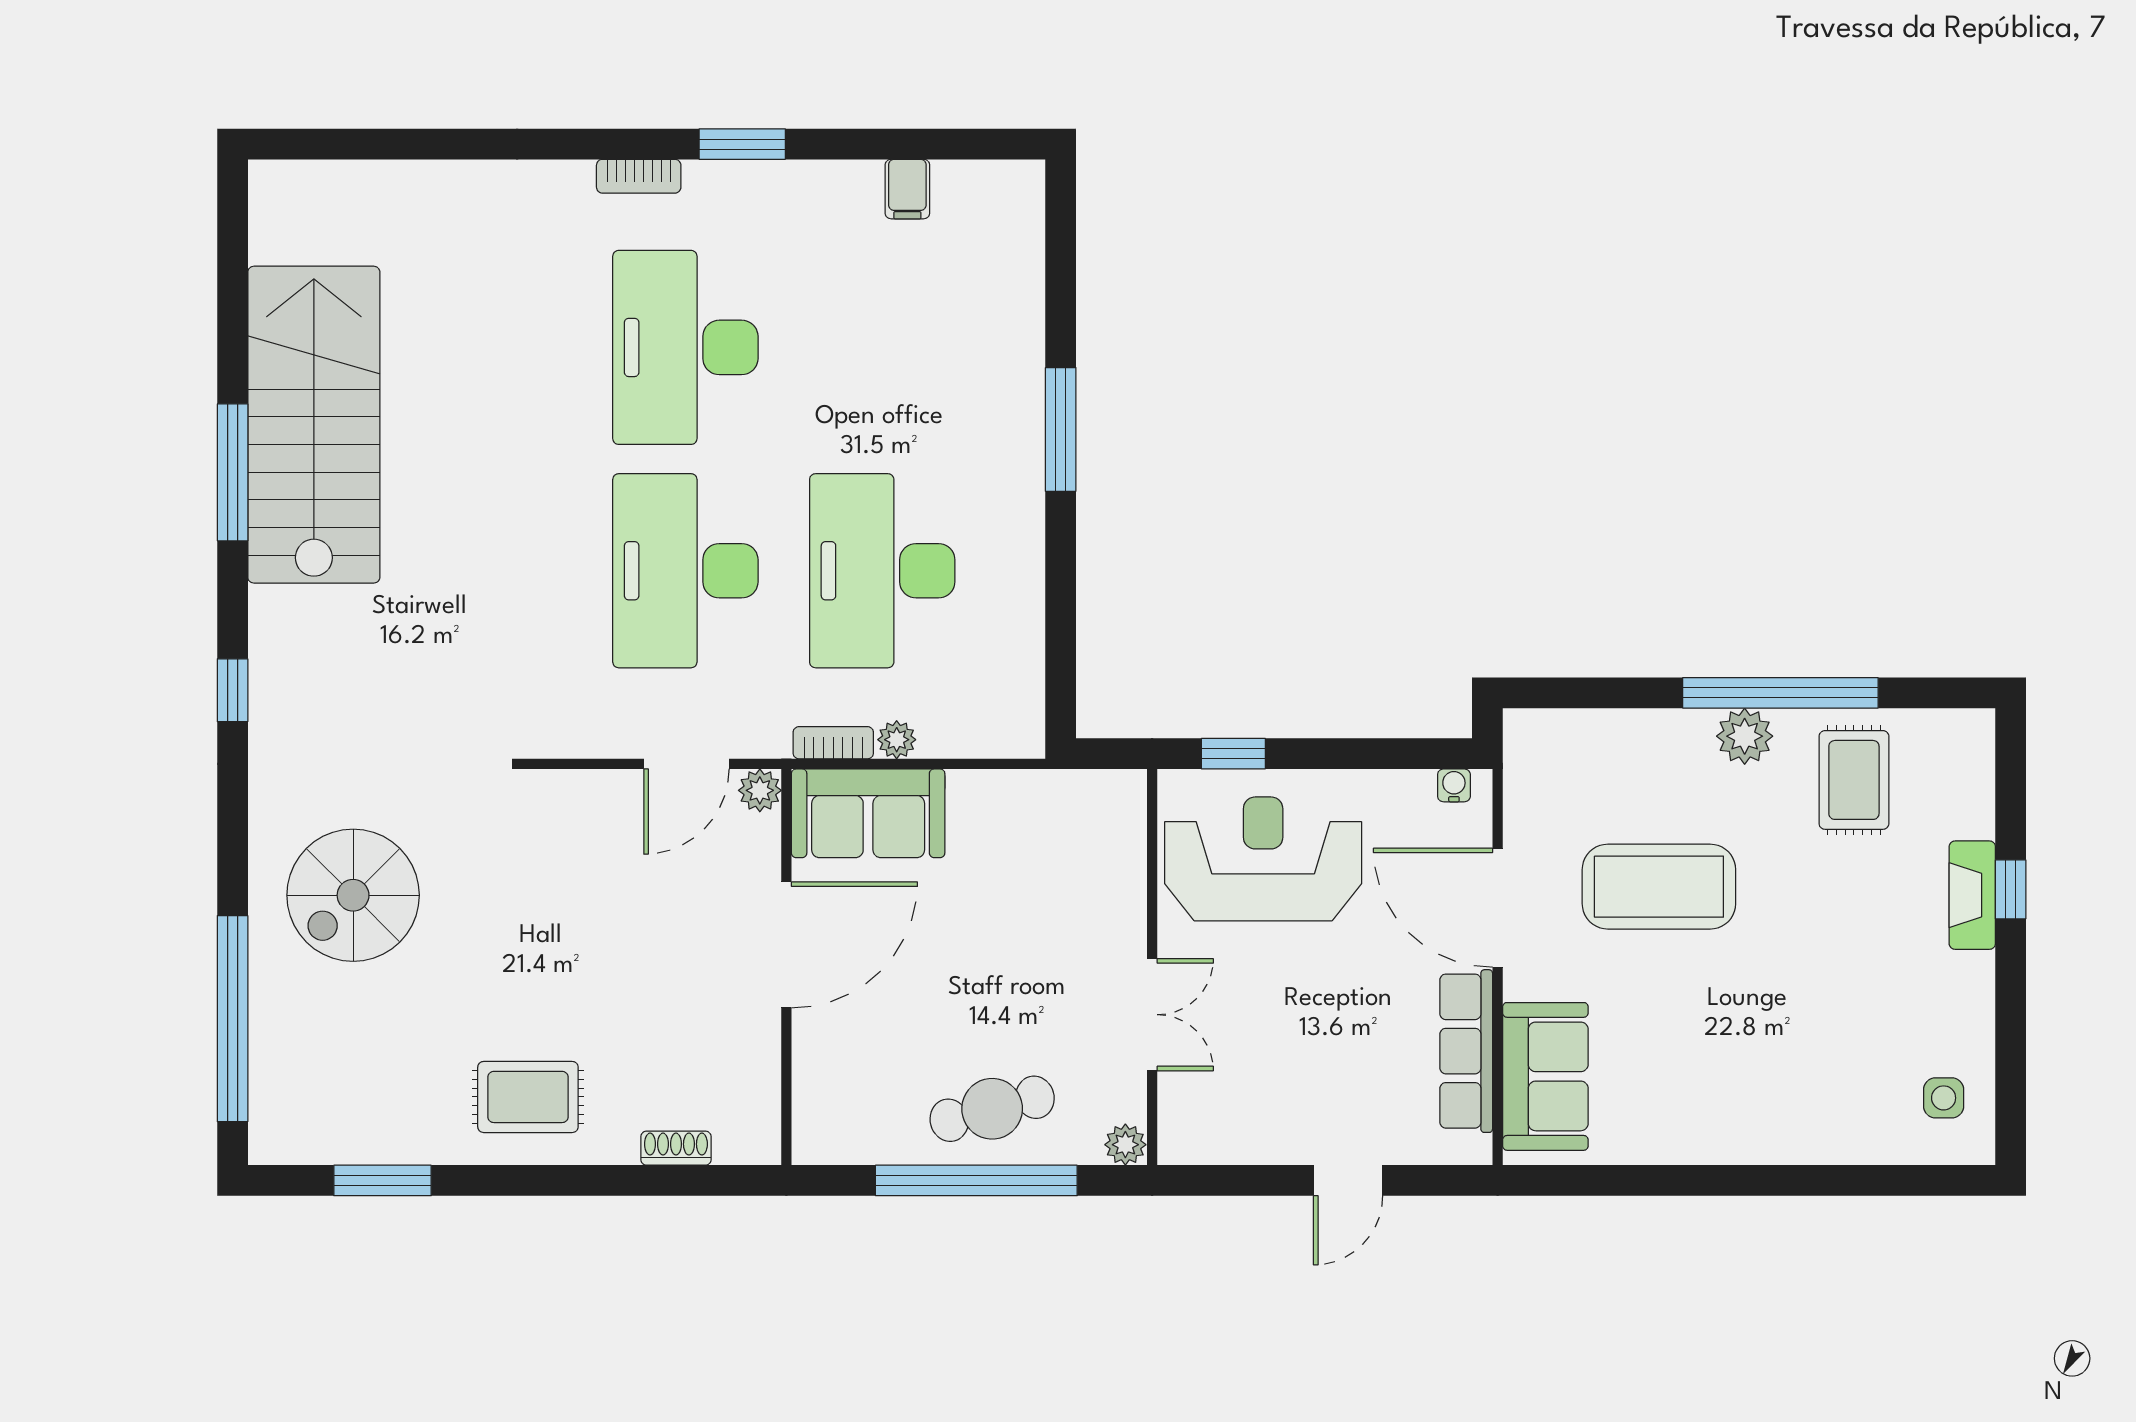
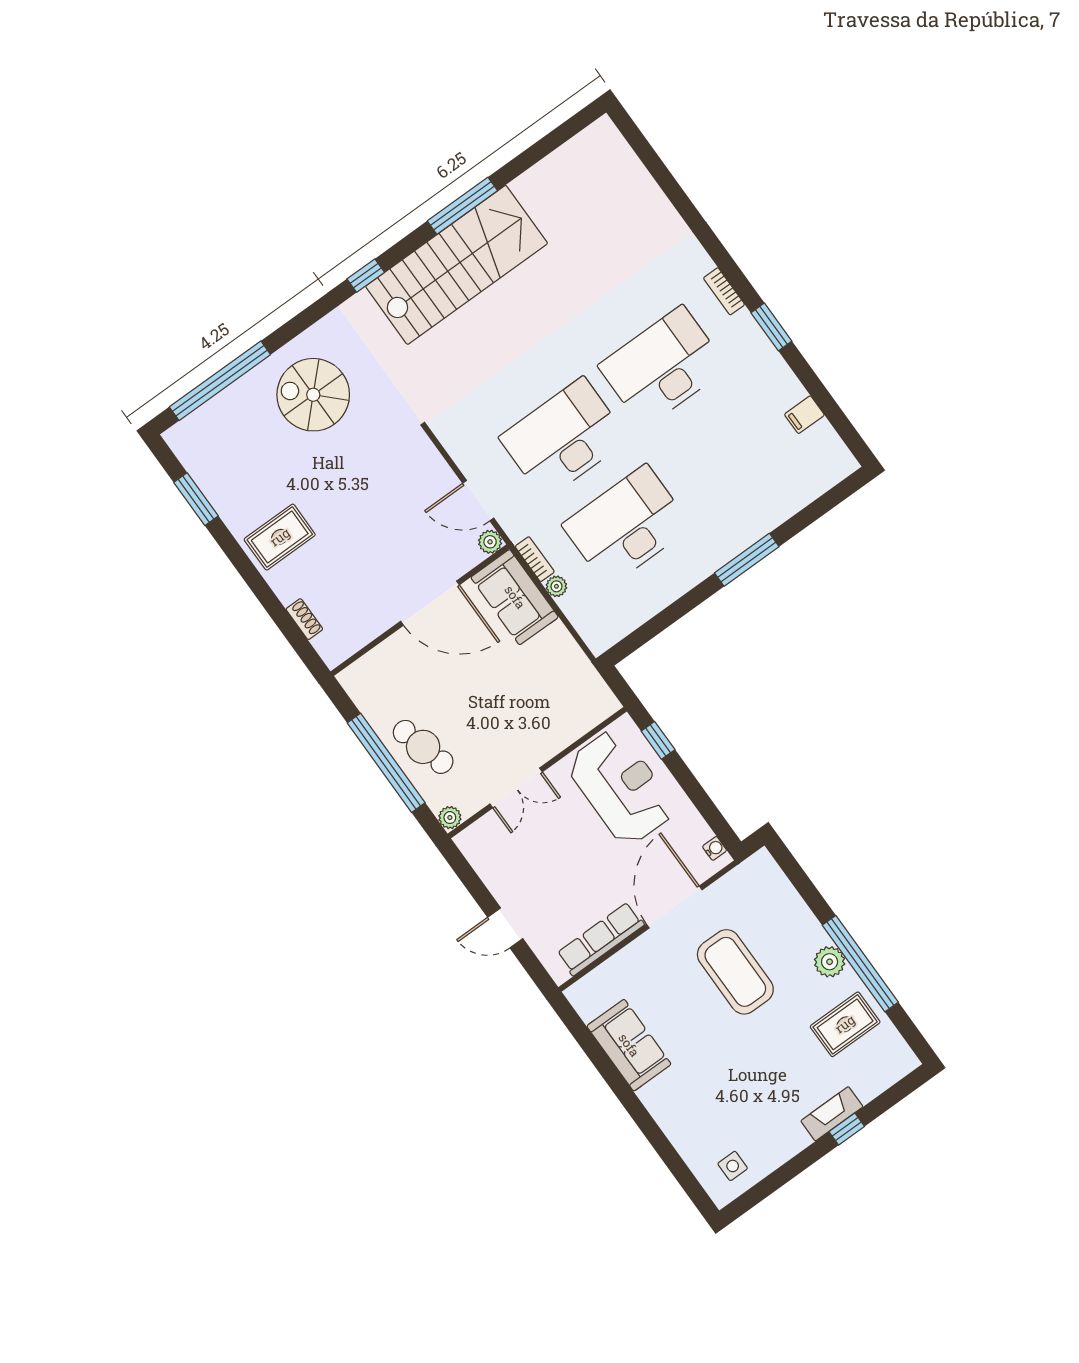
stairs: (314, 425) -> (457, 265), moved
sofa: (1545, 1076) -> (629, 1045), moved, turned -90
rug: (528, 1097) -> (280, 537), turned 90

